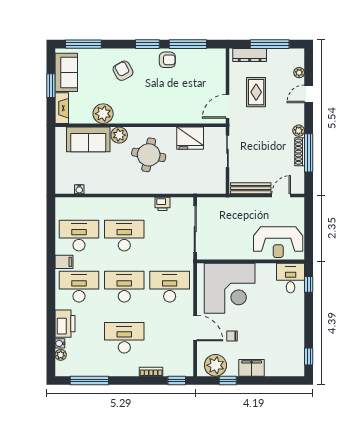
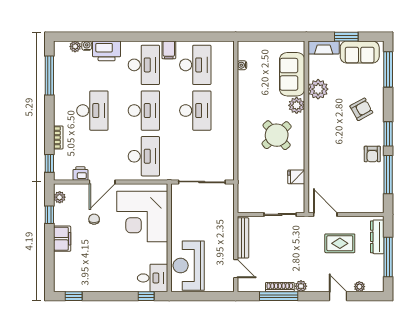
fridge: (190, 138) -> (296, 177), width x0.53, depth x0.75
round table: (149, 155) -> (277, 135), turned 37
printer: (162, 204) -> (80, 173), moved, turned 90
plant: (215, 365) -> (60, 197), width x0.53, depth x0.53

